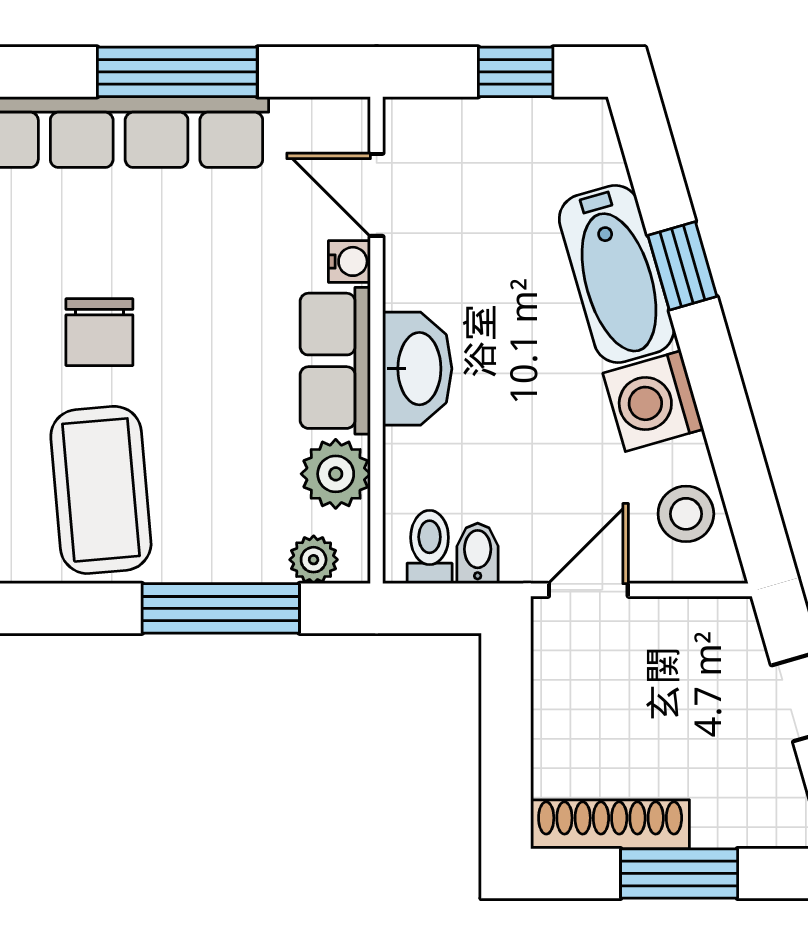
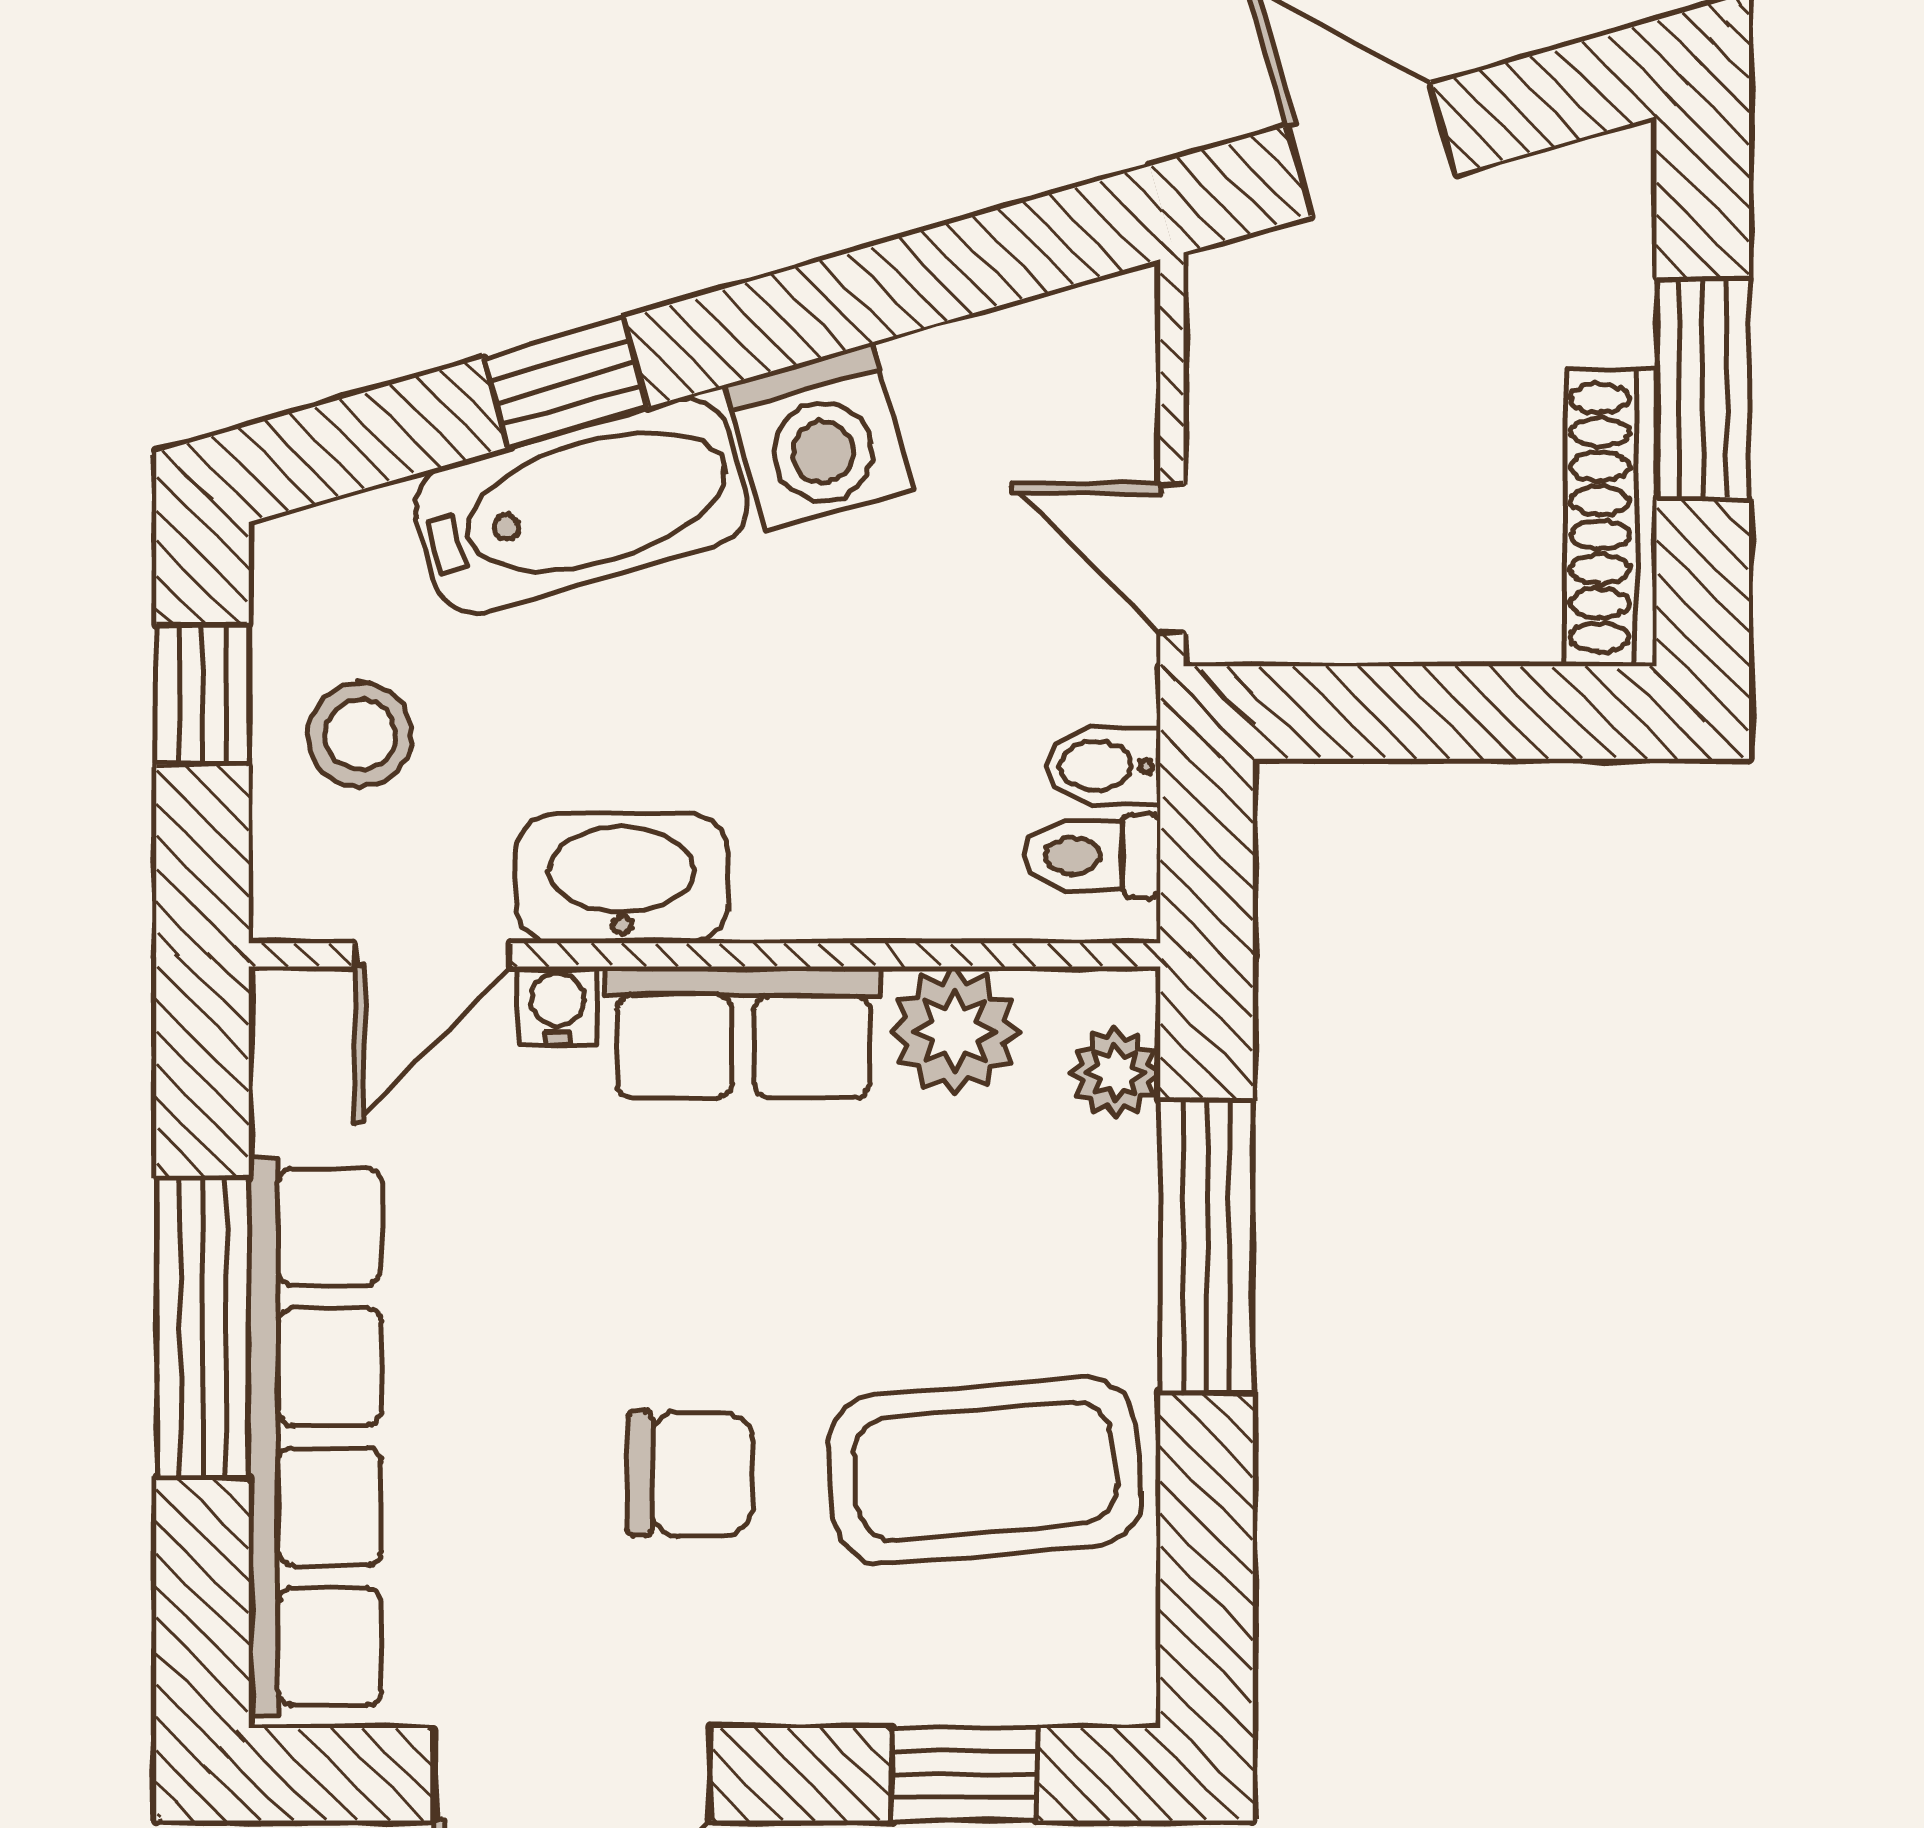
washbasin: (417, 369) -> (622, 879), moved
stool: (686, 514) -> (360, 735), moved

